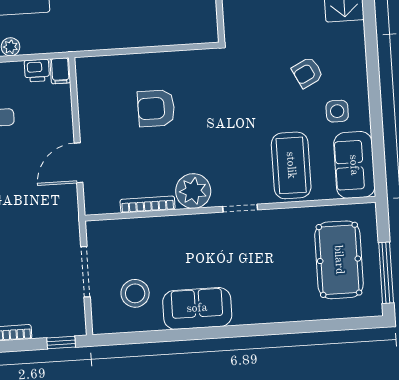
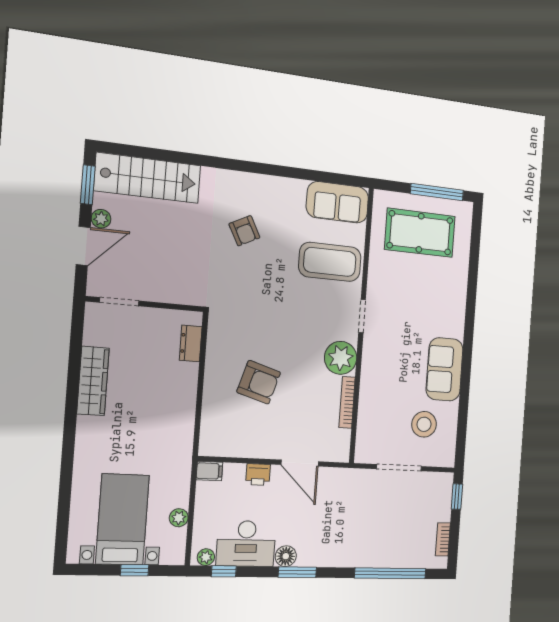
dresser: (186, 35) -> (191, 344), added
printer: (37, 71) -> (258, 474), moved, turned 90
armchair: (156, 108) -> (259, 382), turned -73
side table: (337, 111) -> (285, 209), removed

